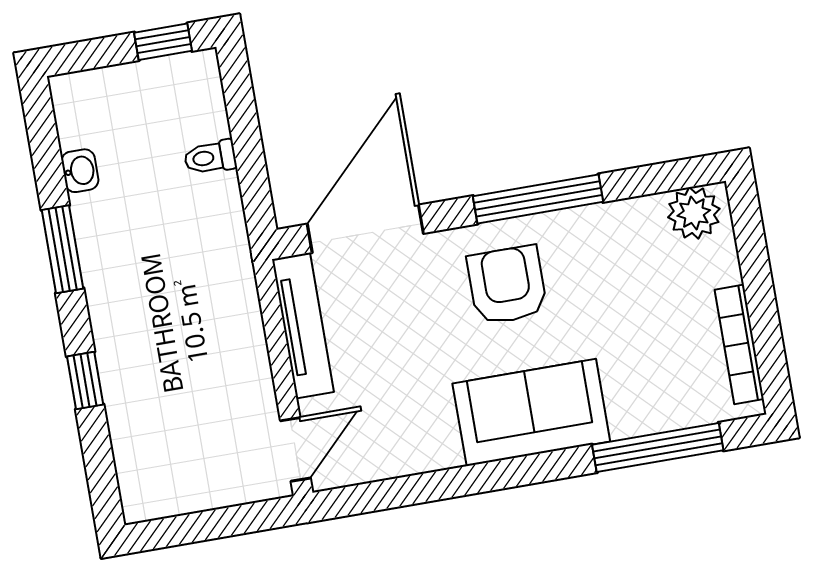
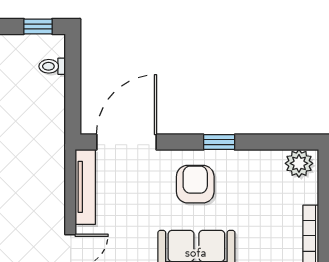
toilet: (210, 157) -> (52, 66), moved
window: (538, 199) -> (219, 142), width x0.46

